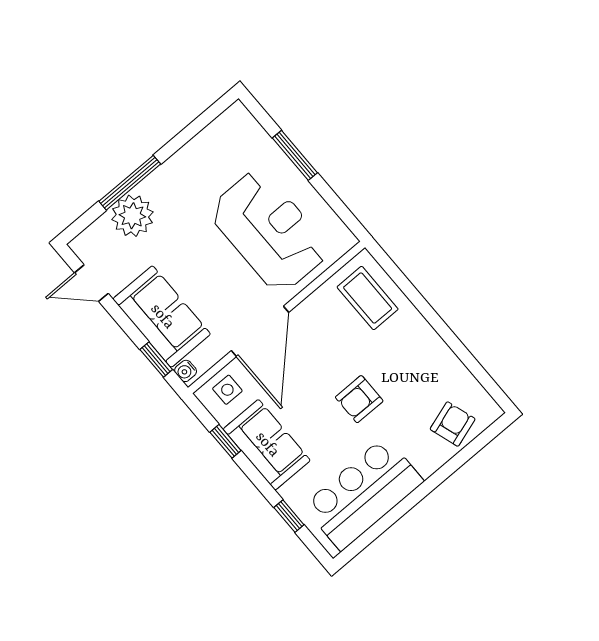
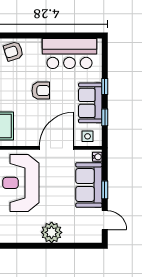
window: (130, 183) -> (58, 246), removed
plant: (132, 216) -> (52, 232), moved
window: (156, 360) -> (105, 190), moved
window: (289, 516) -> (105, 86), moved

